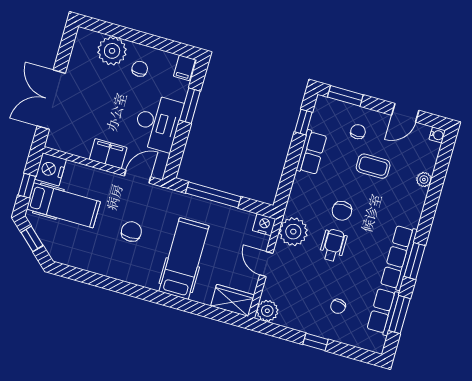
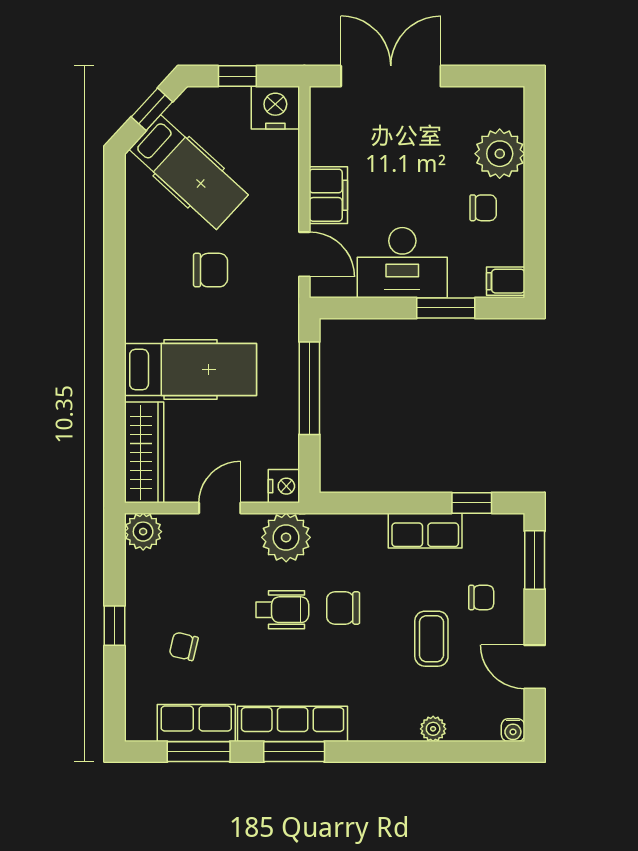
hospital bed: (63, 205) -> (189, 172), moved, turned -48
wardrobe: (233, 300) -> (144, 452), width x1.50

